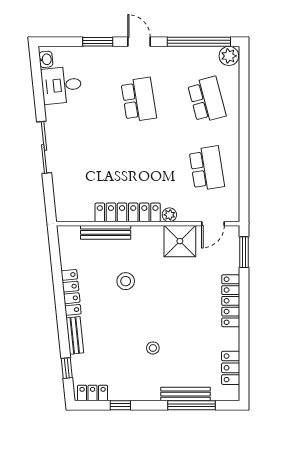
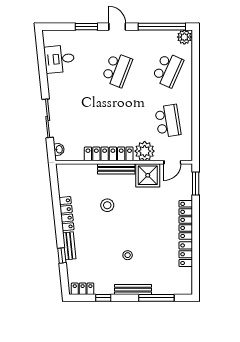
washbasin: (46, 59) -> (59, 149), moved
school desk: (139, 100) -> (117, 70), turned 30
school desk: (207, 100) -> (168, 70), turned 39
sliding door: (44, 147) -> (48, 118), moved
plant: (169, 215) -> (145, 151), width x1.88, depth x1.88
bench: (106, 232) -> (116, 169), moved
window: (67, 368) -> (62, 256), moved
locker: (231, 368) -> (186, 254), moved
bench: (186, 394) -> (133, 290), moved

